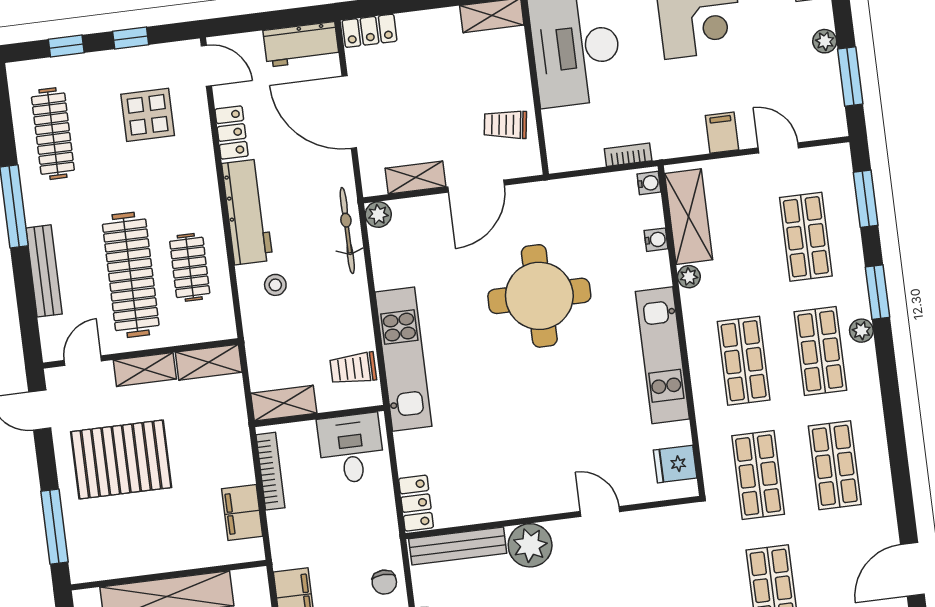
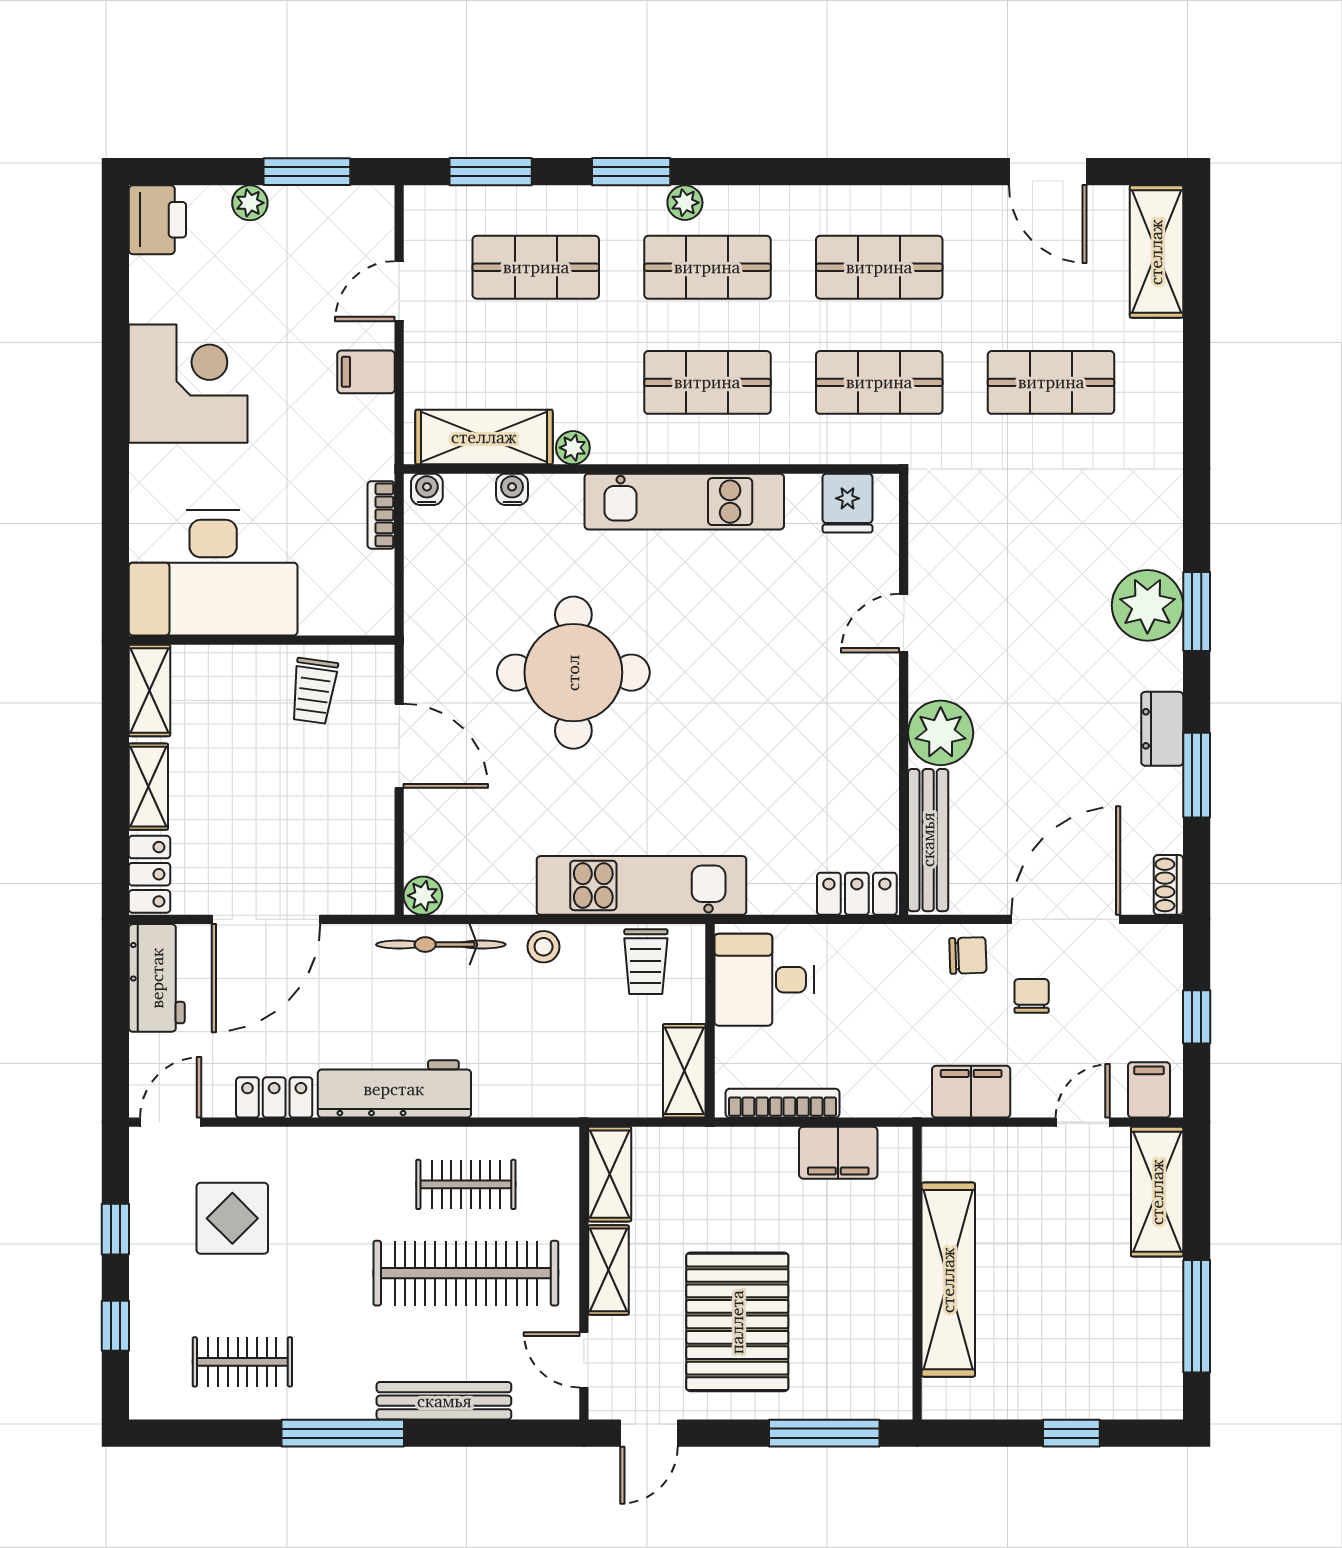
clothes rail: (53, 134) -> (242, 1362), width x0.73
shelving: (415, 178) -> (148, 787), moved
stool: (275, 285) -> (544, 947), moved

